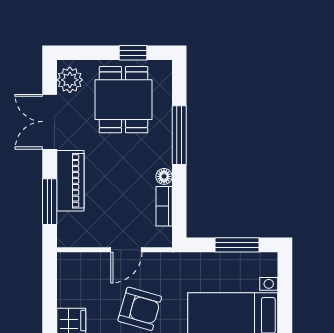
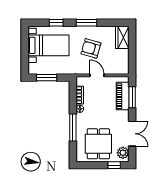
window: (133, 53) -> (114, 165), moved
piano: (70, 181) -> (123, 96), moved
door: (126, 250) -> (97, 75), hinge flipped

